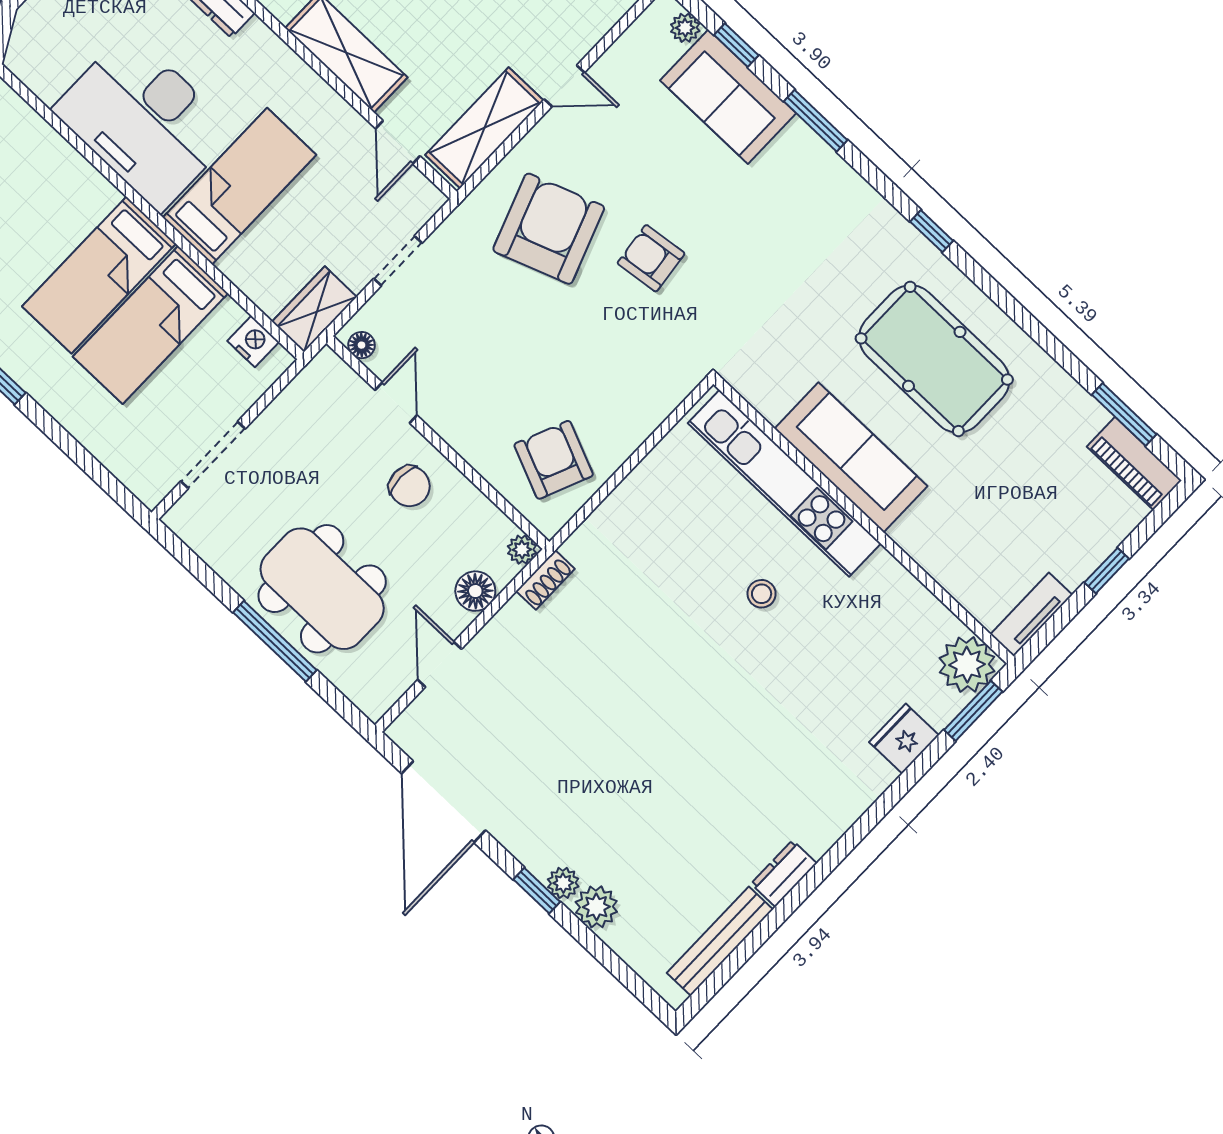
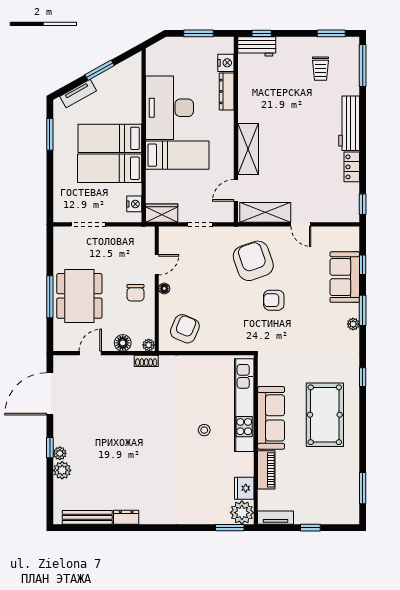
plant: (685, 28) -> (353, 324), moved
armchair: (549, 229) -> (253, 261), turned -89
armchair: (651, 258) -> (274, 300), turned -83
floor lamp: (361, 345) -> (164, 288), moved
piano: (1134, 463) -> (266, 470), moved, turned 180
fridge: (904, 739) -> (244, 488), moved, turned -90

